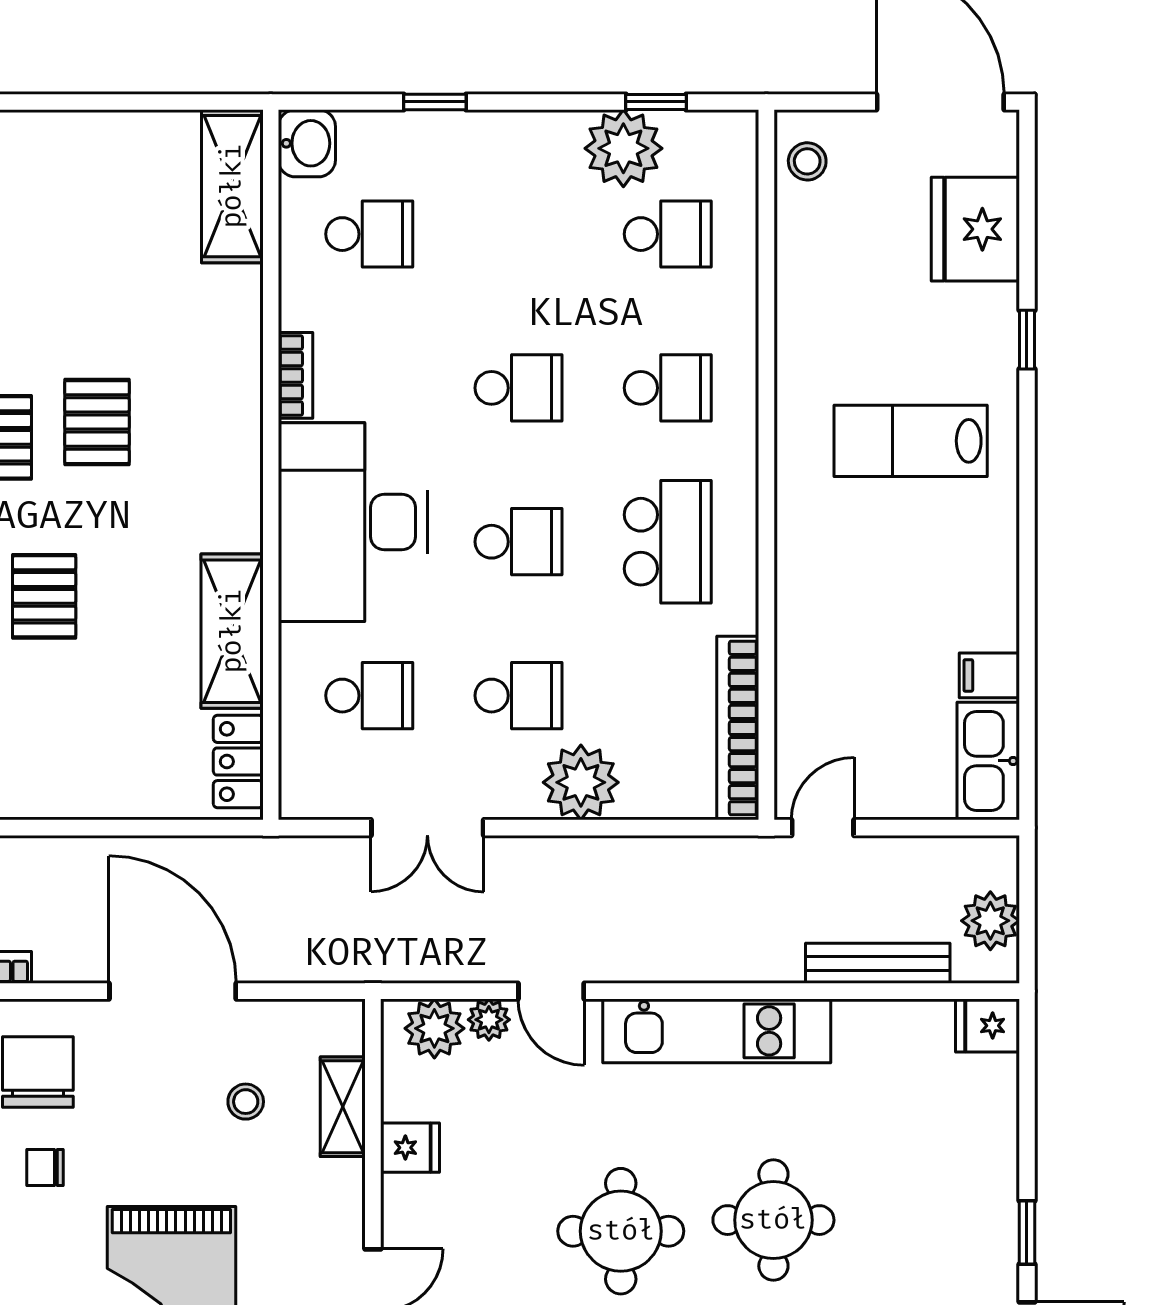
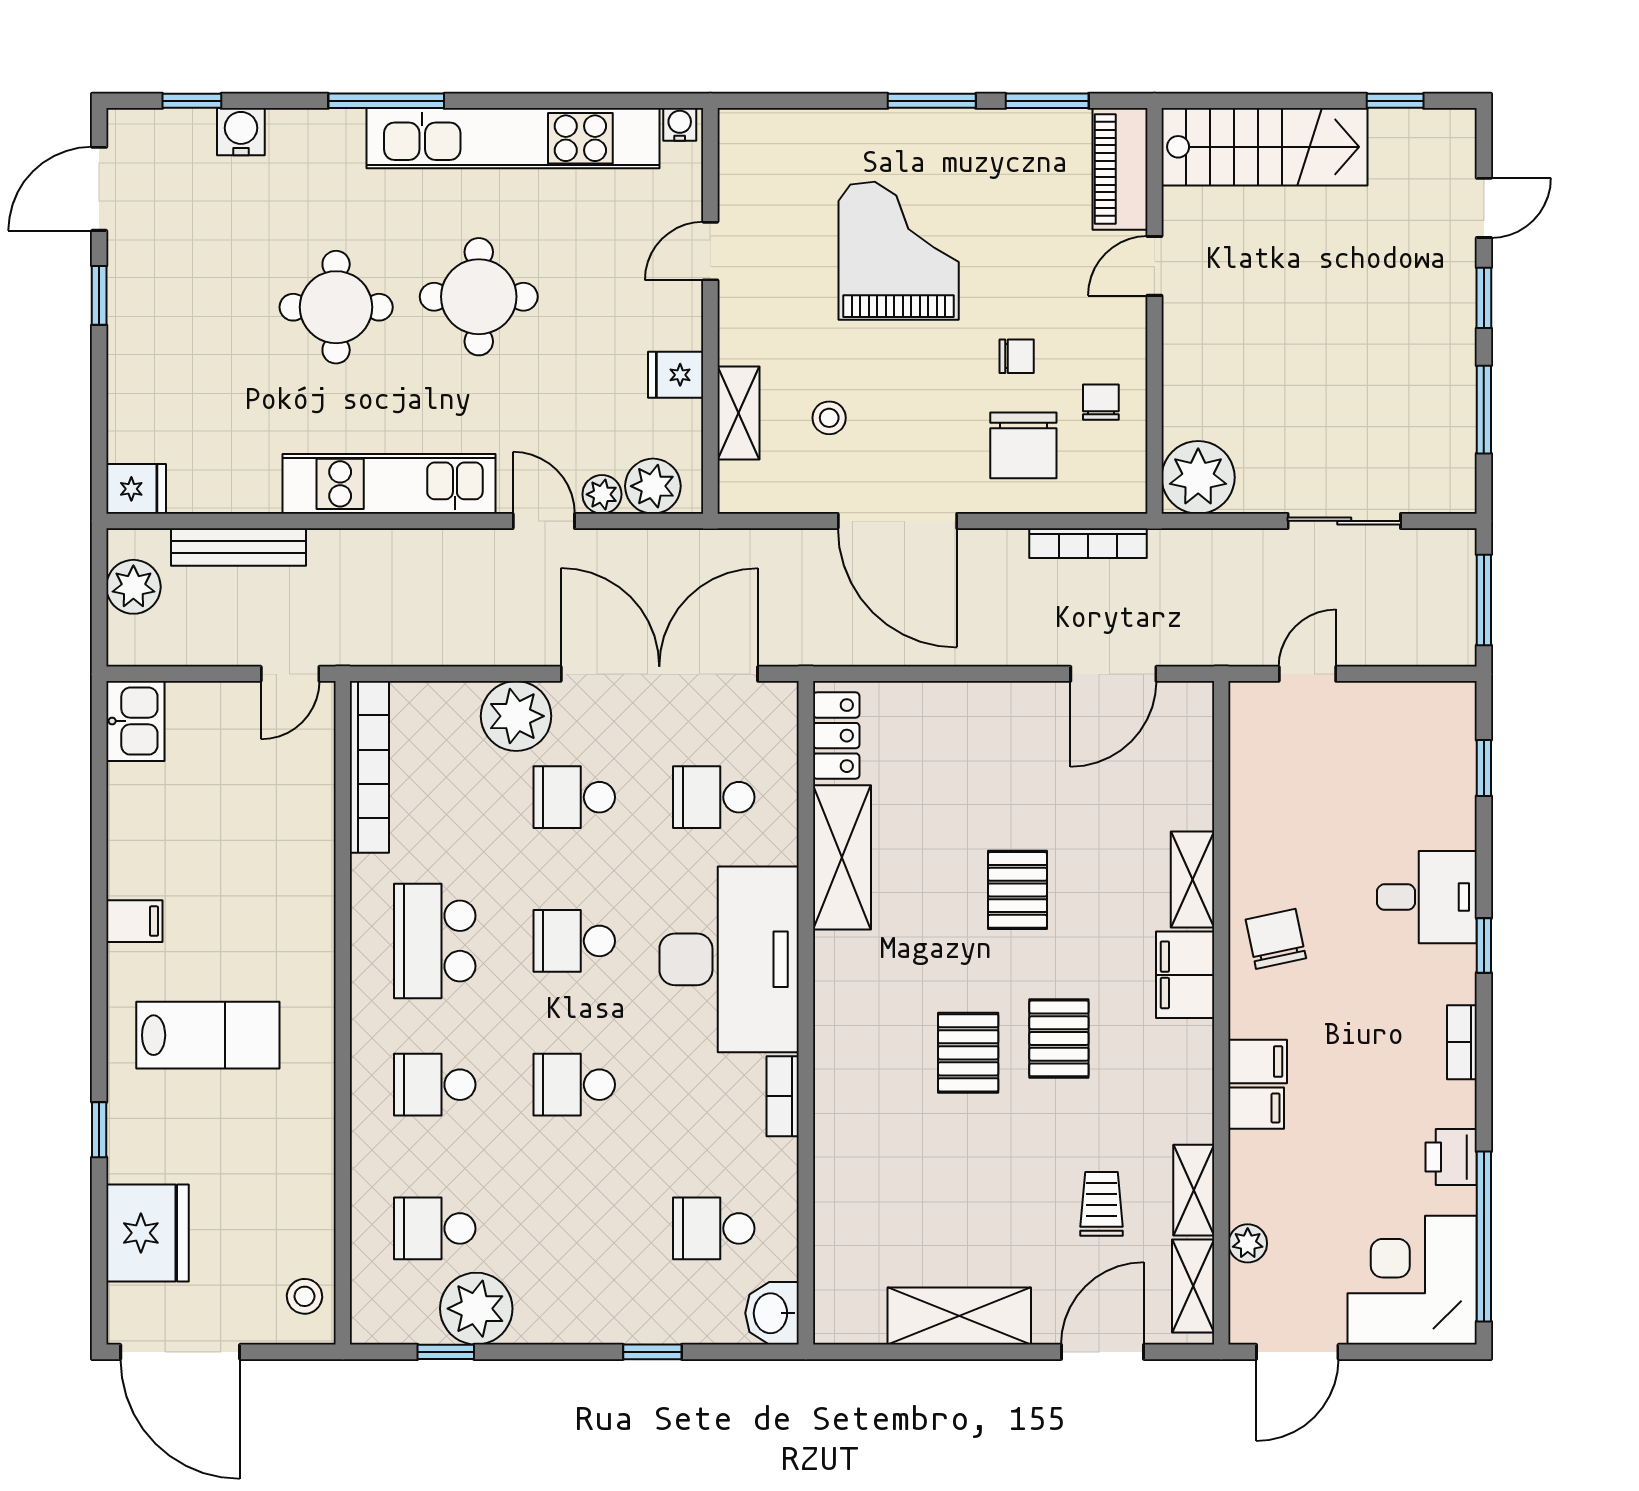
shelving: (232, 186) -> (959, 1316), moved, turned 90
filing cabinet: (989, 675) -> (134, 921), moved
kitchen sink: (988, 761) -> (135, 721), width x0.73
double door: (427, 828) -> (659, 674), width x1.87

